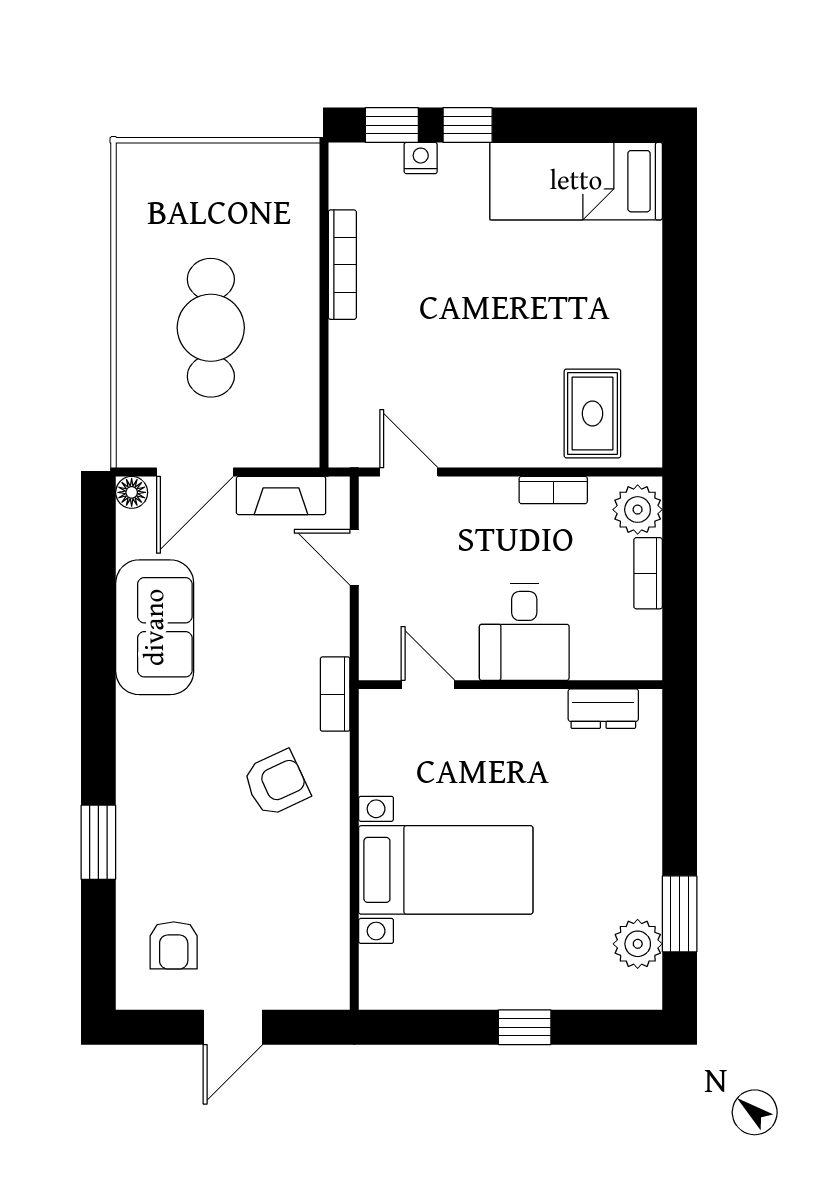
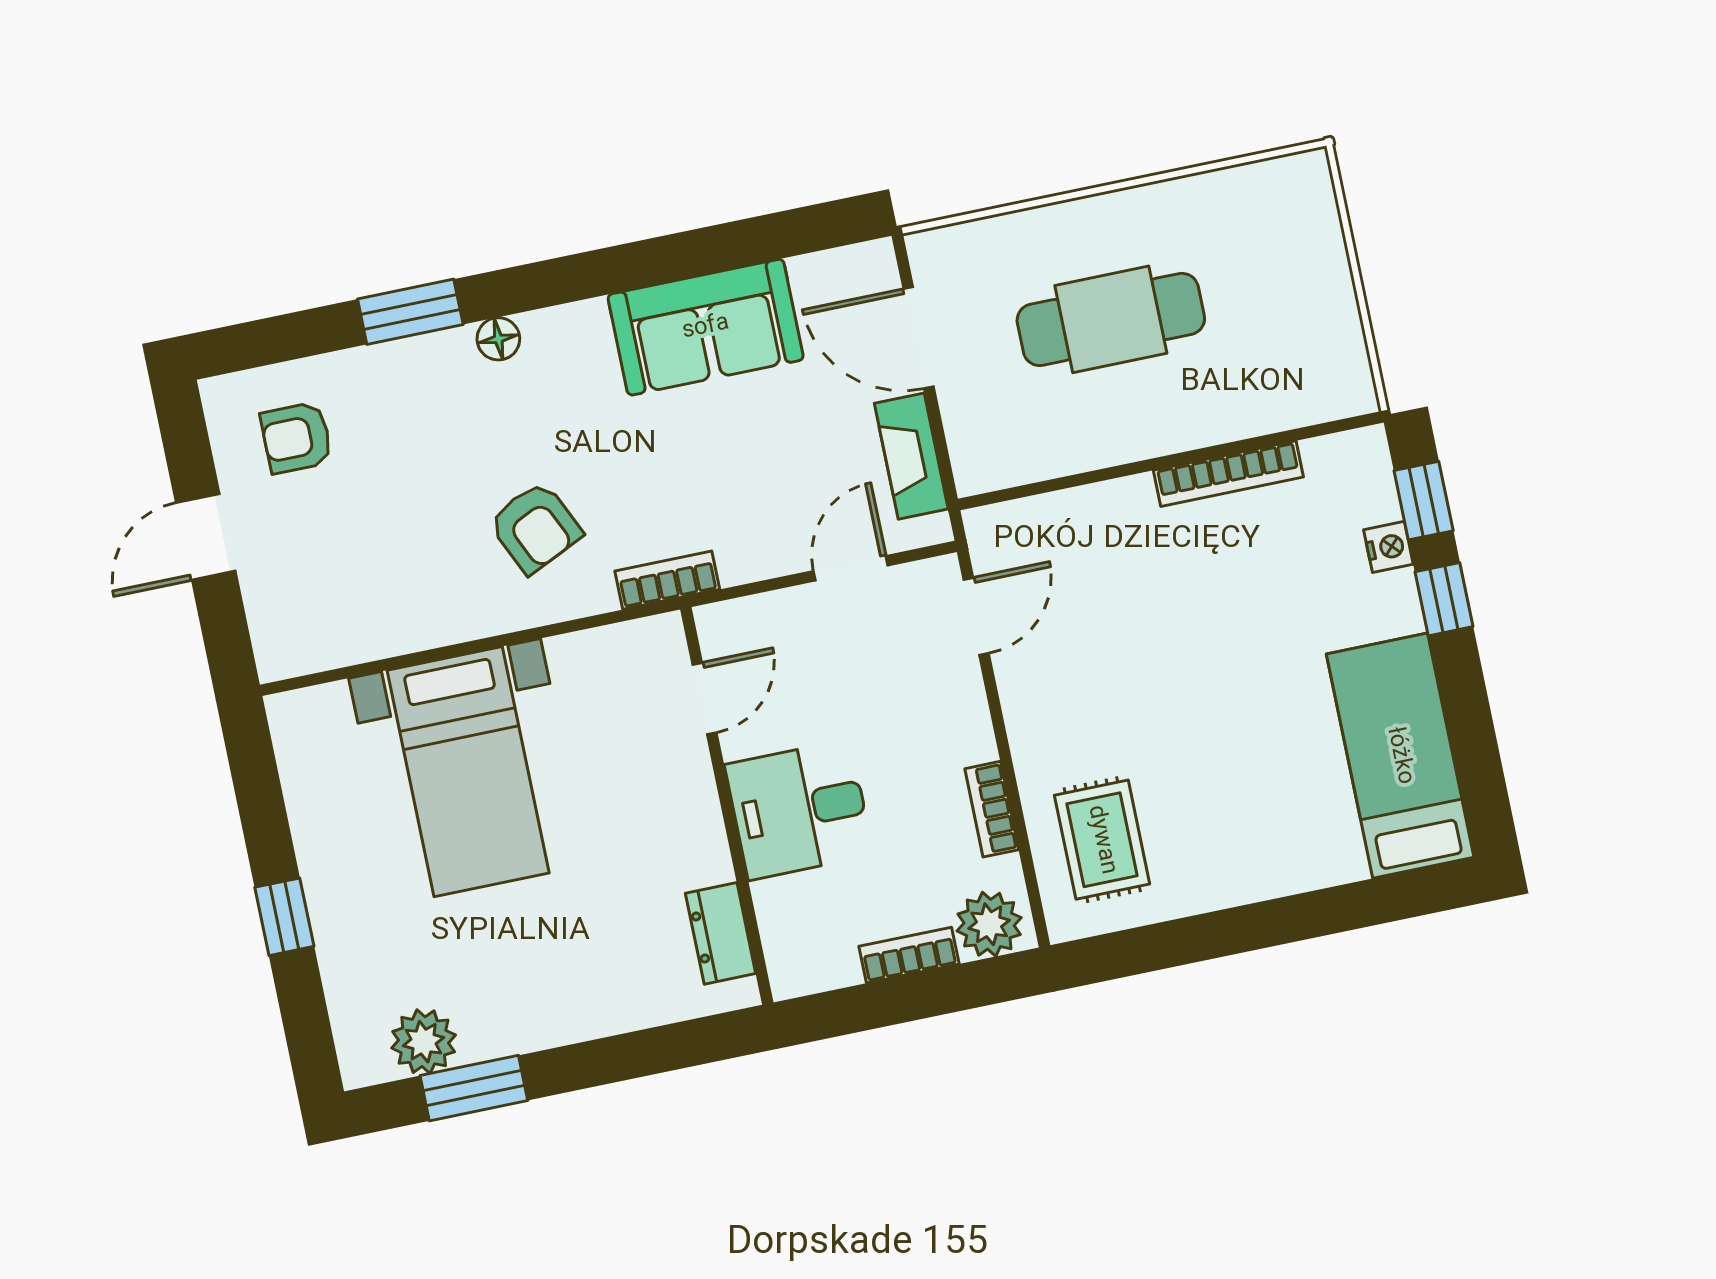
rug: (592, 413) -> (1102, 840), turned 90
floor lamp: (132, 492) -> (498, 339), moved
door: (233, 1027) -> (206, 537), hinge flipped

